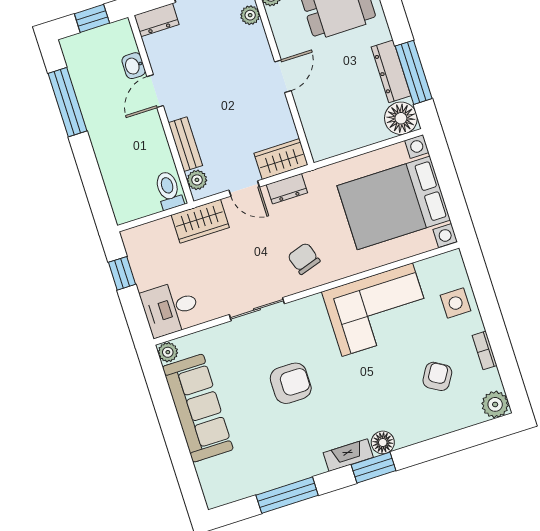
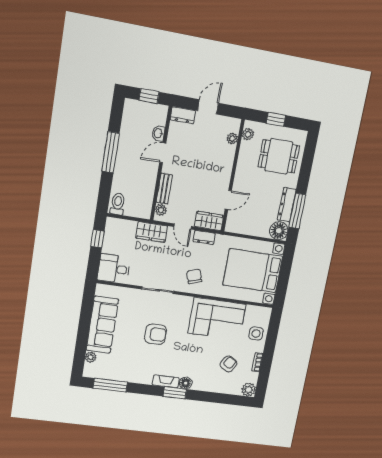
door: (283, 76) -> (228, 200), moved
window: (67, 102) -> (111, 152), moved
toilet: (169, 190) -> (118, 204), moved
plant: (168, 352) -> (91, 357), moved
window: (287, 495) -> (110, 385), moved

